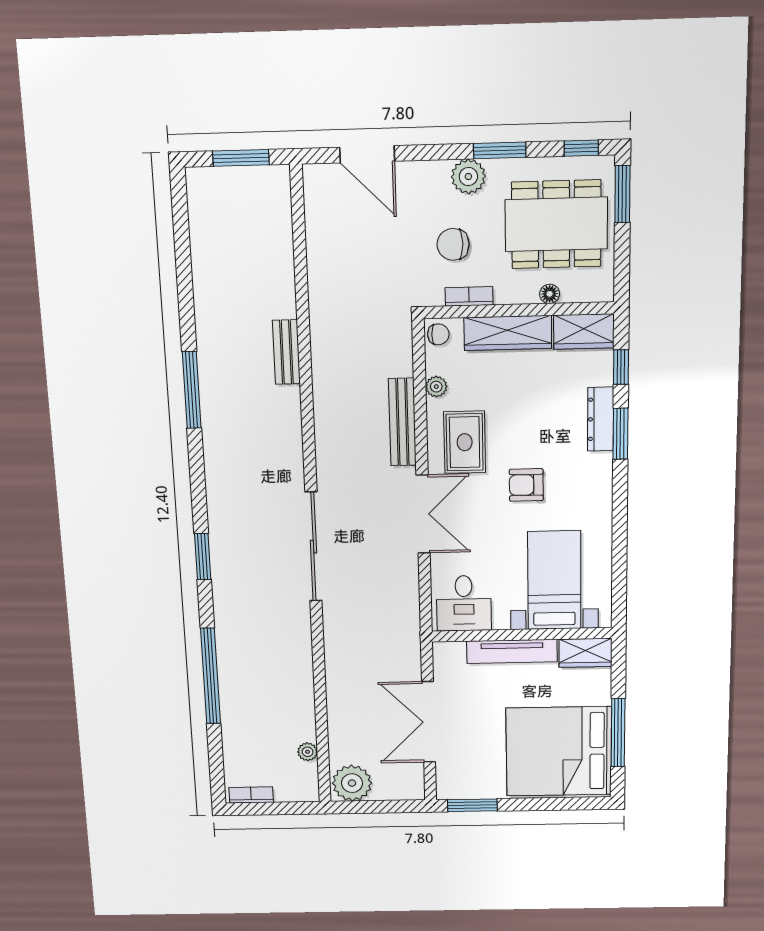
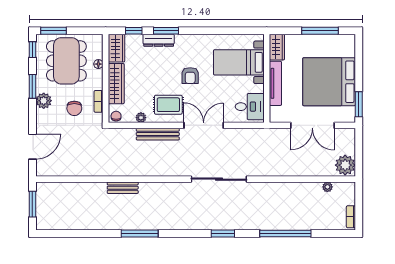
bed: (559, 751) -> (329, 82), moved, turned 90

